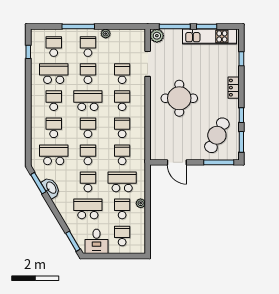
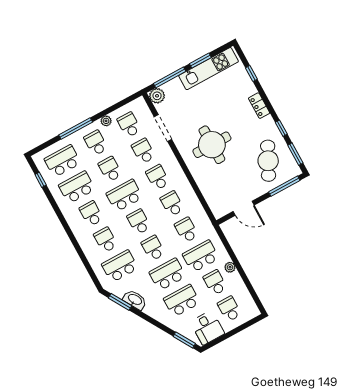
school desk: (54, 47) -> (63, 161), width x1.85
school desk: (122, 47) -> (129, 125), added
school desk: (88, 182) -> (167, 274), width x1.85

